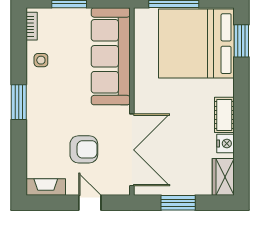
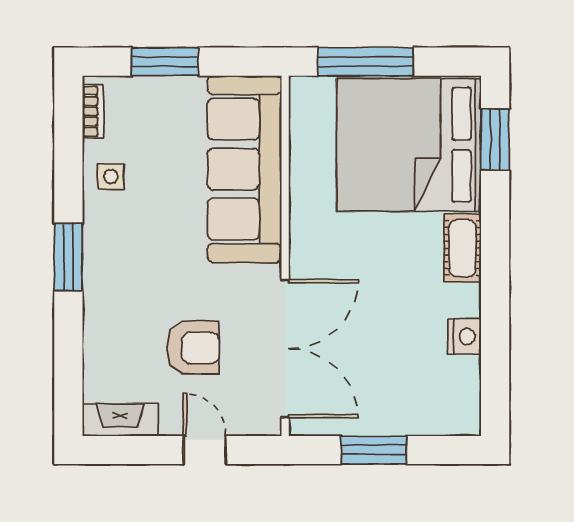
cot: (224, 115) -> (463, 248), moved
wardrobe: (223, 177) -> (460, 400), removed

